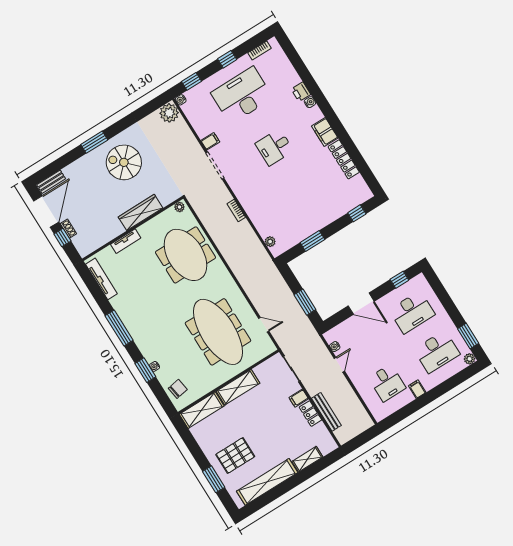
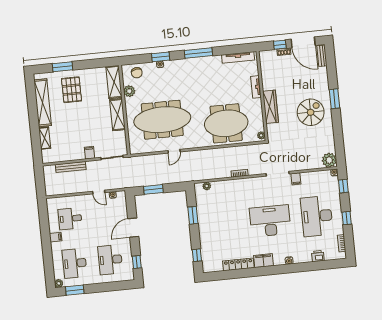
printer: (301, 92) -> (318, 256), moved
desk: (242, 95) -> (317, 216), turned 180
desk: (274, 147) -> (270, 221), width x1.87, depth x1.30
door: (264, 325) -> (174, 151), moved
plant: (204, 387) -> (129, 91), added
locker: (310, 414) -> (75, 156), removed

